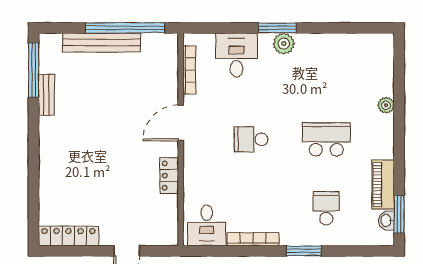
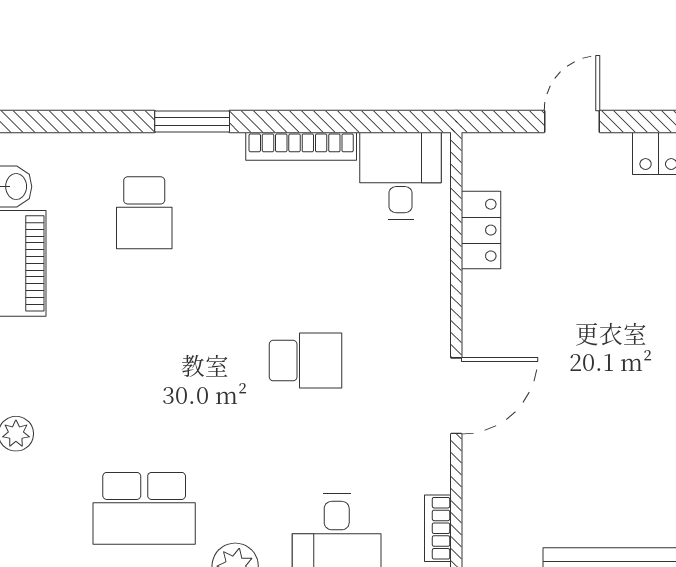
bookcase: (189, 70) -> (438, 528), width x0.64
school desk: (326, 139) -> (144, 508), moved
locker: (169, 176) -> (481, 230), moved

